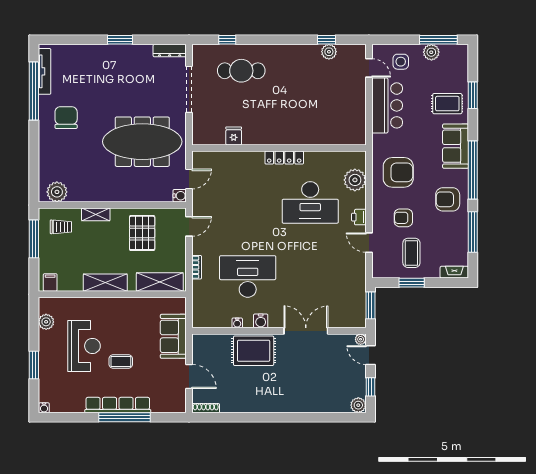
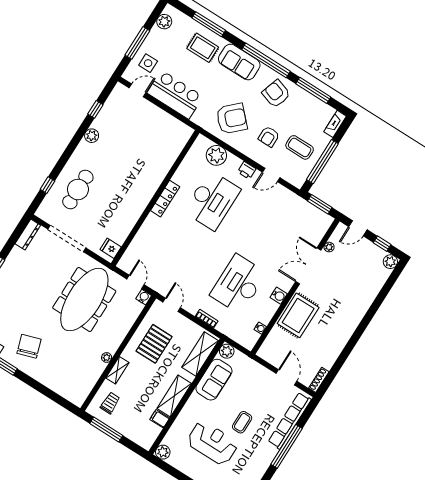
window: (438, 40) -> (137, 43), moved
plant: (329, 52) -> (92, 136), moved
plant: (431, 52) -> (164, 22), moved
window: (473, 95) -> (209, 24), width x1.44
rug: (447, 104) -> (203, 48), turned 90
chair: (66, 118) -> (29, 346), turned 72
fridge: (234, 136) -> (111, 248), moved
armchair: (398, 172) -> (232, 119), turned 46
plant: (57, 192) -> (107, 358), moved, width x0.53, depth x0.53
armchair: (448, 199) -> (276, 94), turned 108
pallet: (142, 233) -> (154, 344), turned 90
filing cabinet: (50, 282) -> (160, 419), moved
window: (412, 283) -> (322, 162), width x2.11
plant: (178, 305) -> (227, 351), added
plant: (46, 322) -> (163, 452), moved
water cooler: (237, 323) -> (260, 328), moved
sofa: (173, 336) -> (214, 380), moved, turned -90
plant: (361, 339) -> (329, 247), moved
door: (189, 376) -> (286, 377), hinge flipped
row of seats: (118, 405) -> (290, 421), moved

